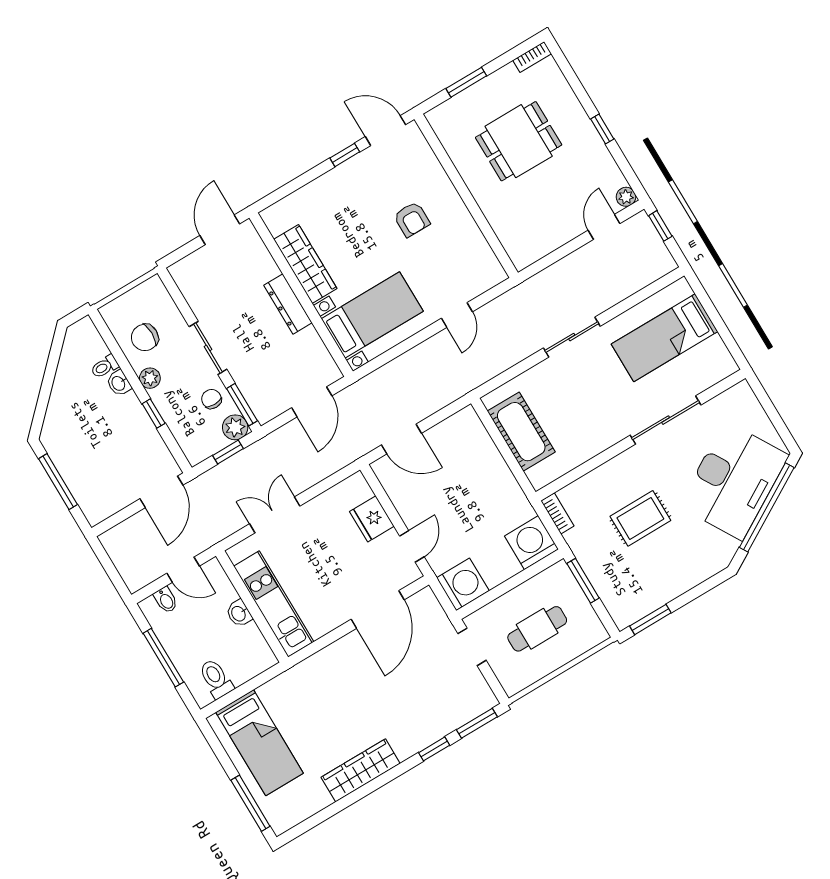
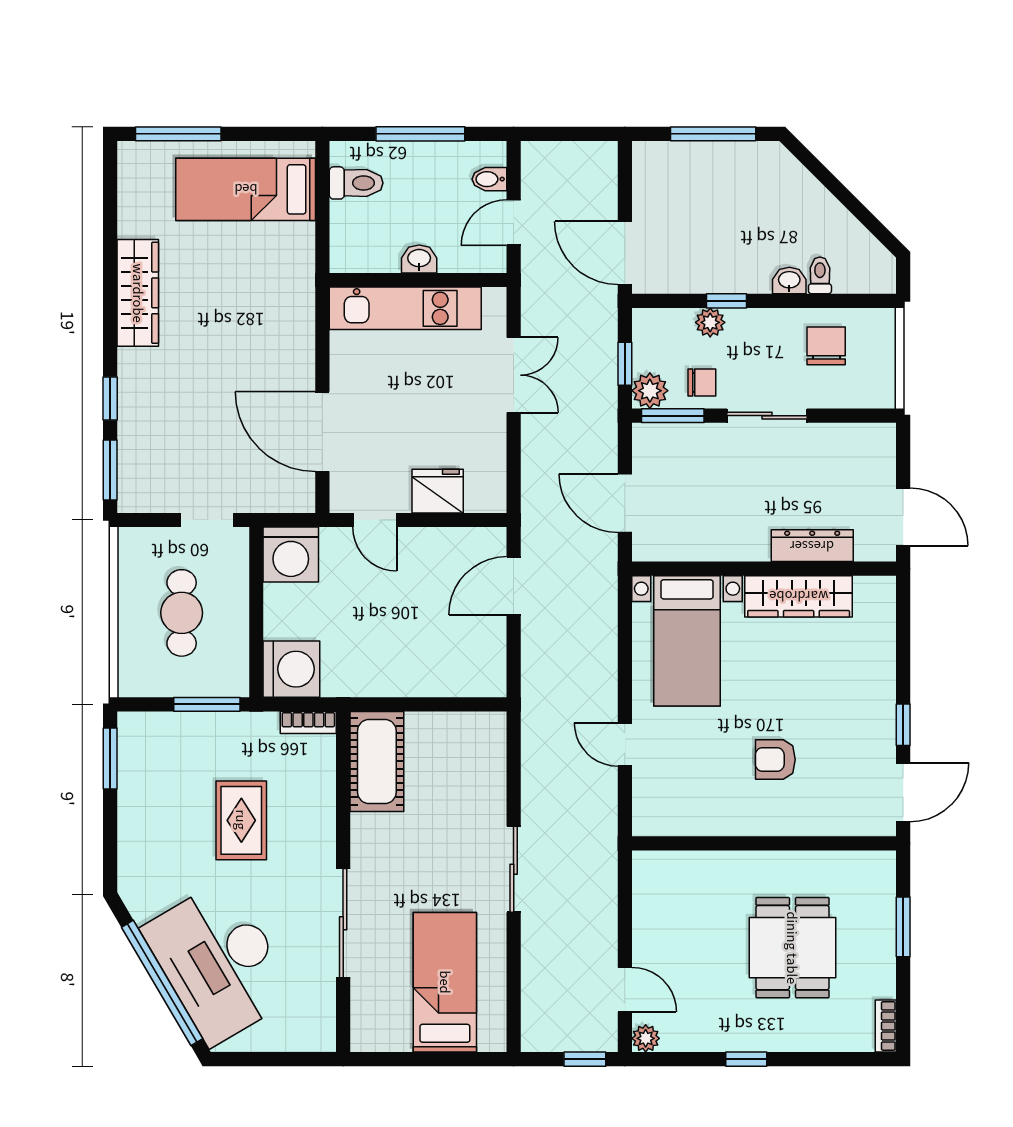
dresser: (288, 304) -> (812, 546), moved
plant: (150, 378) -> (710, 322), moved
cot: (521, 432) -> (377, 761), moved, turned 90

